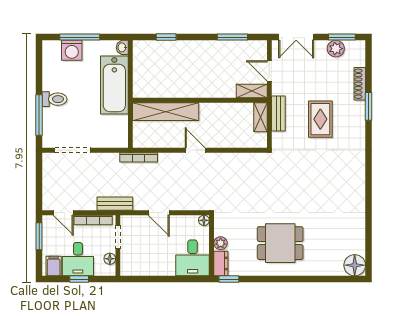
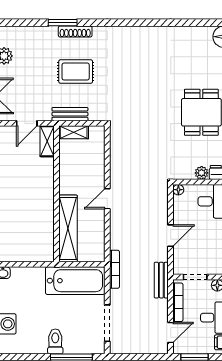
shoe rack: (360, 84) -> (75, 32), moved
bathtub: (114, 85) -> (75, 281), moved
bookcase: (139, 157) -> (114, 269), moved

